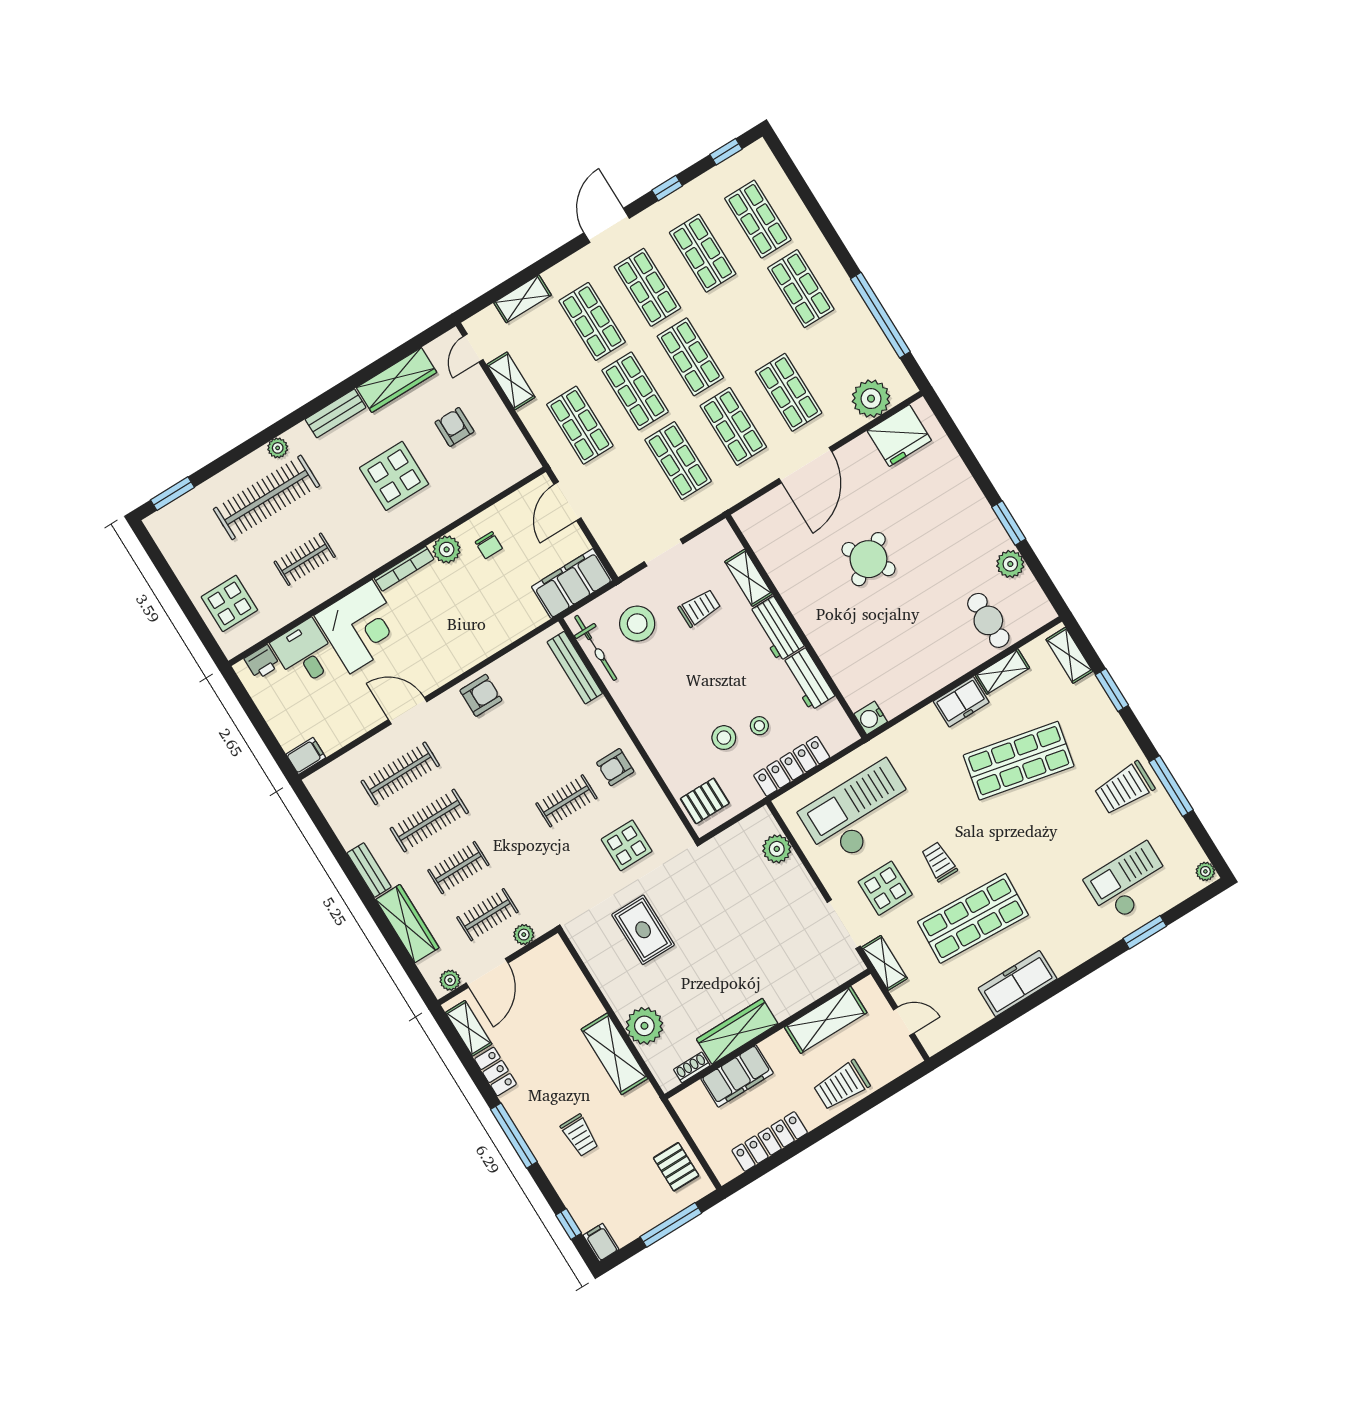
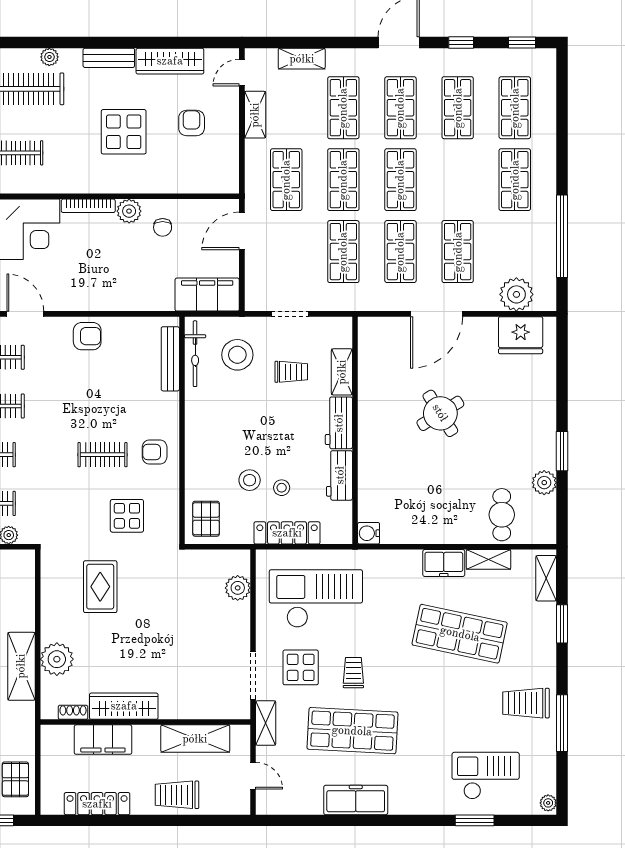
pallet: (705, 801) -> (206, 519), turned 90

